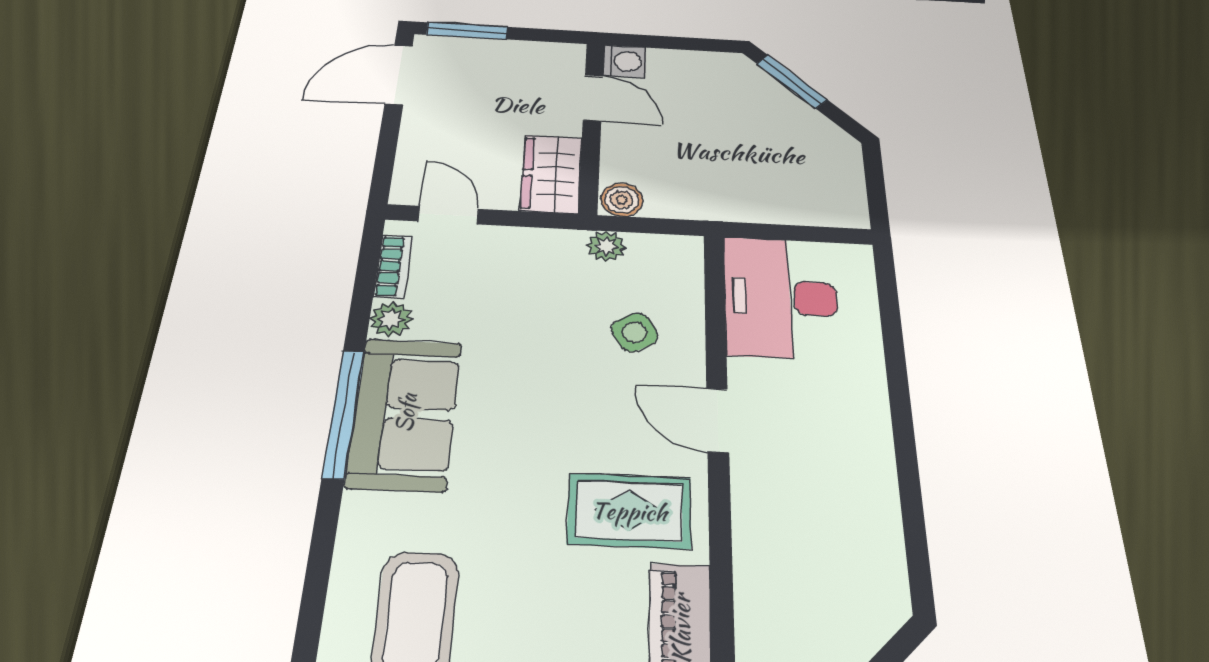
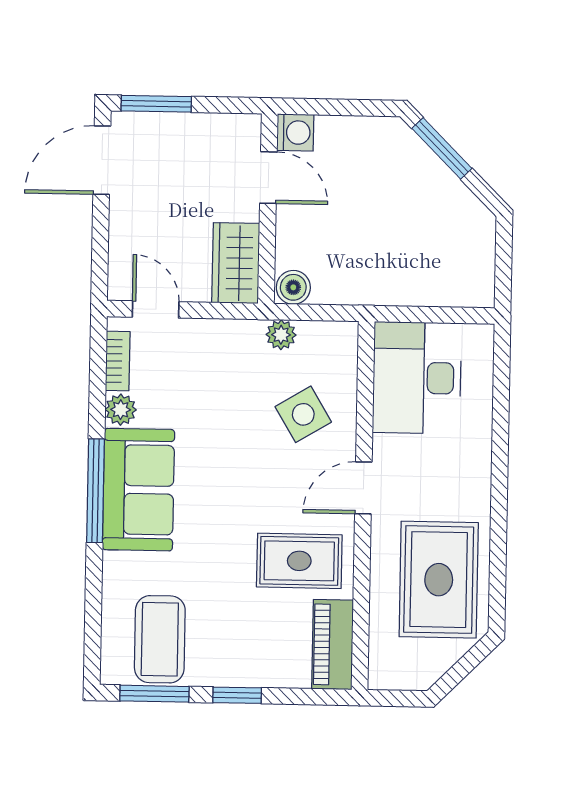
side table: (635, 332) -> (303, 414), width x1.37, depth x1.37
door: (718, 420) -> (363, 488), hinge flipped
rug: (832, 541) -> (439, 580), added

